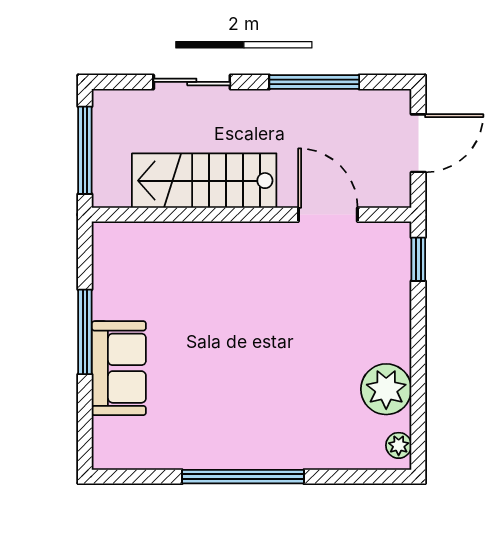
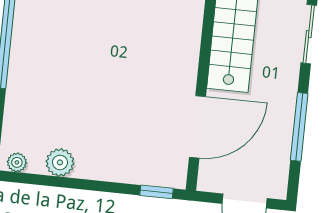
door: (328, 215) -> (197, 127), width x1.36
plant: (386, 389) -> (60, 162), width x0.73, depth x0.73

